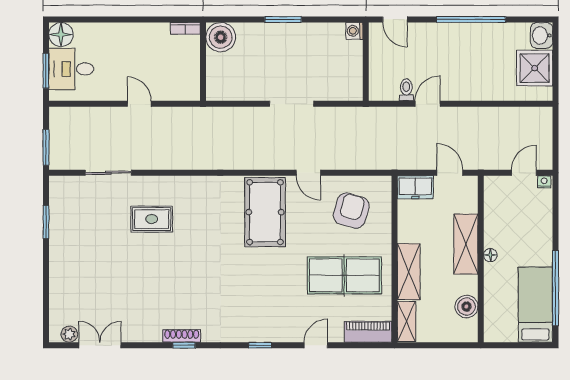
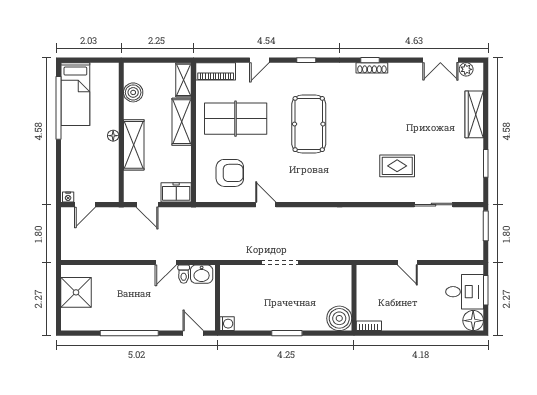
washbasin: (542, 35) -> (202, 274), moved, turned 90
armchair: (351, 211) -> (230, 173), turned -106
pool table: (265, 212) -> (309, 124), moved
wardrobe: (60, 280) -> (474, 114), added

